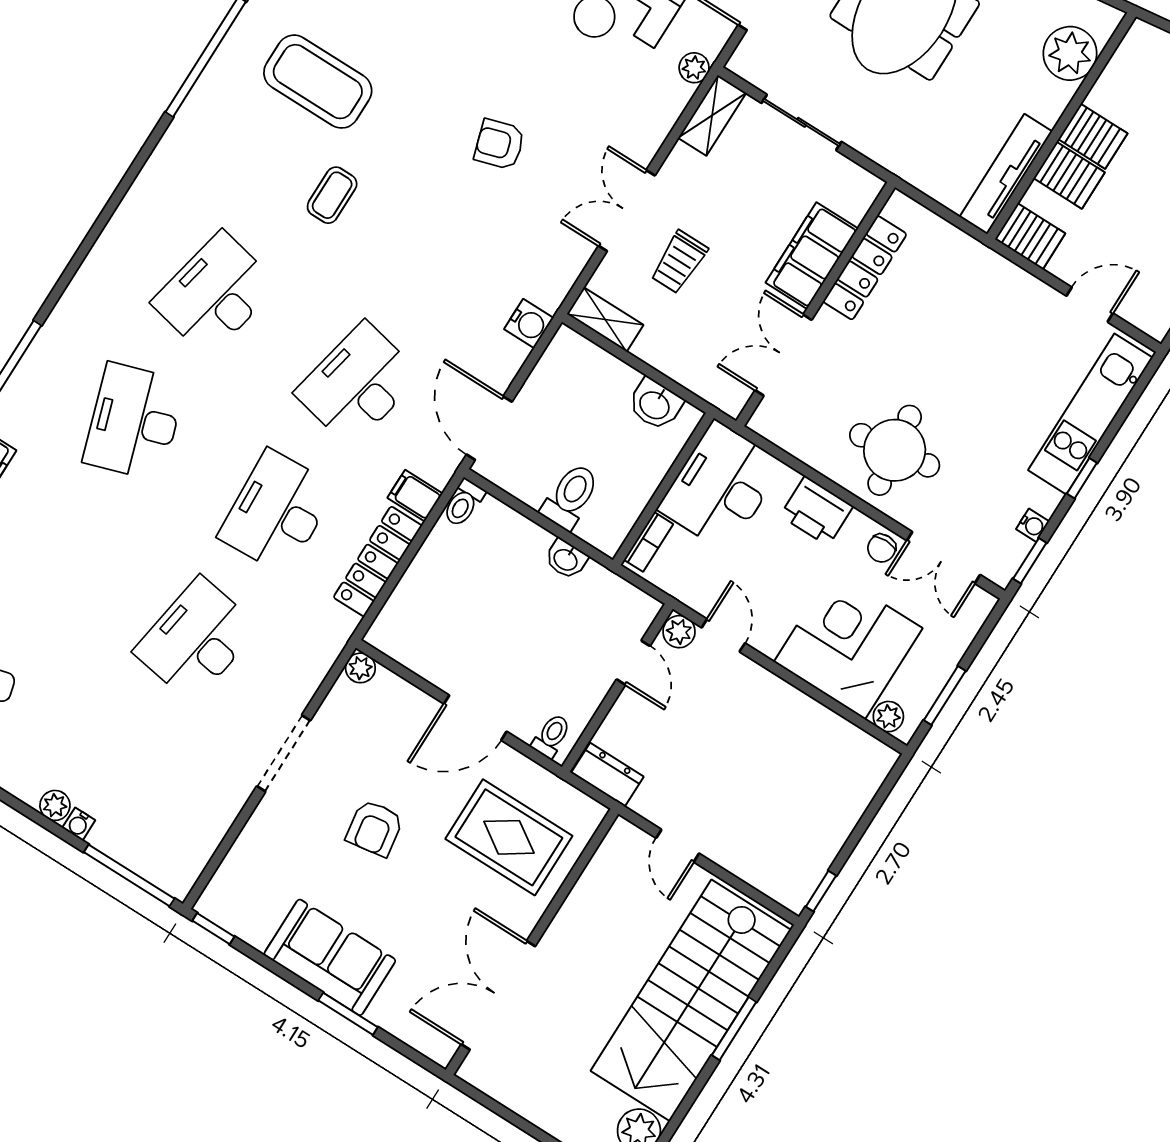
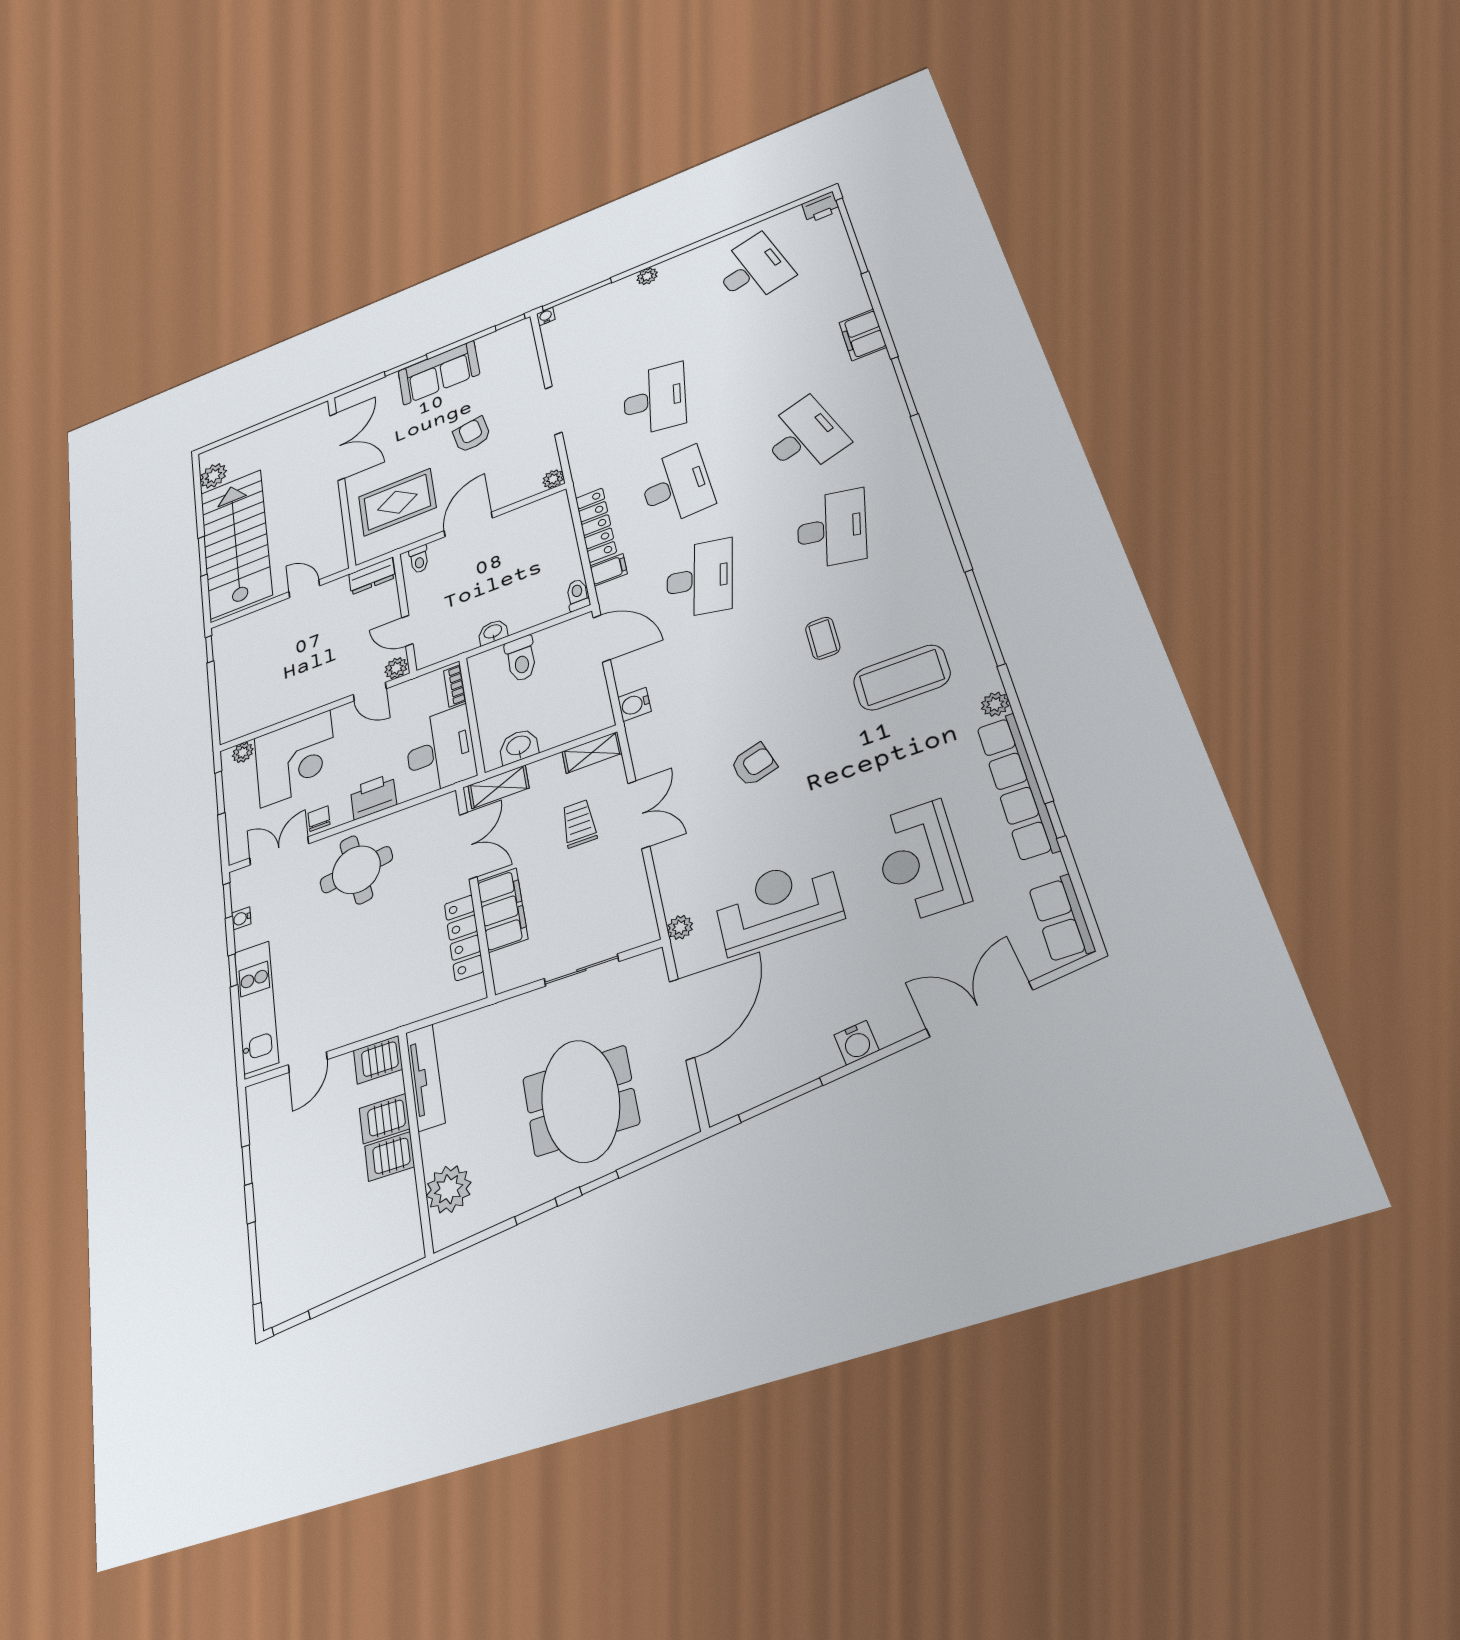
shelving: (712, 115) -> (498, 787), moved, turned 90
water cooler: (79, 824) -> (546, 317), moved

